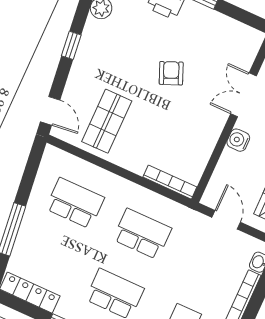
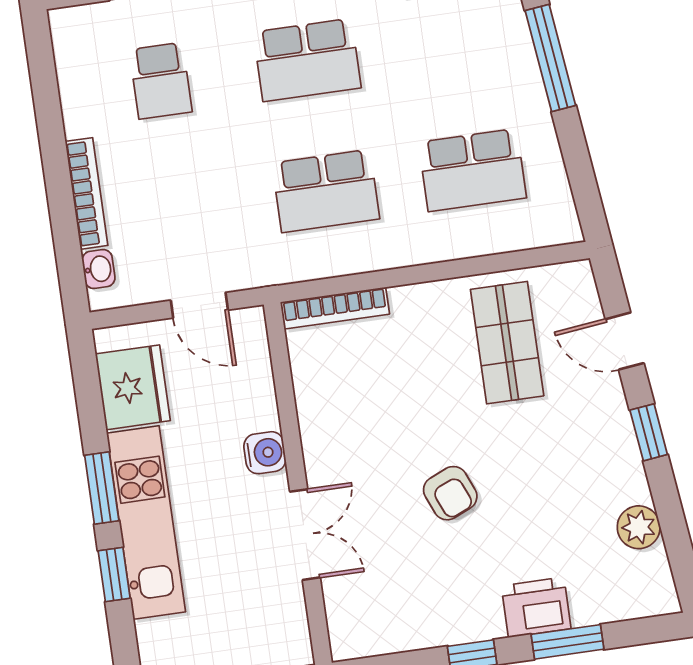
door: (50, 111) -> (625, 341), moved

